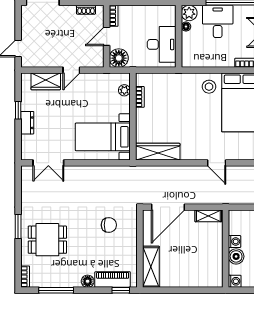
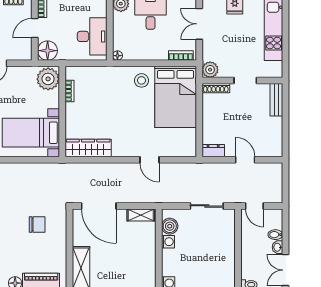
floor lamp: (186, 27) -> (117, 56), moved
plant: (124, 90) -> (48, 79), width x1.88, depth x1.88
door: (168, 207) -> (99, 206), hinge flipped
boiler: (236, 256) -> (170, 226), moved

